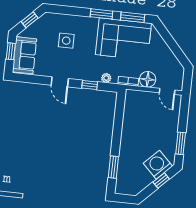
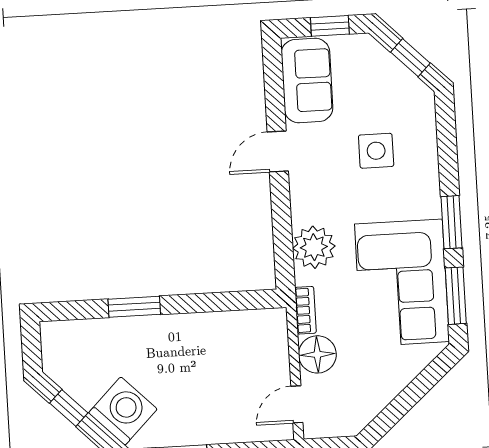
sofa: (25, 55) -> (307, 81), moved, turned -90
plant: (106, 78) -> (314, 247), width x1.87, depth x1.87
window: (90, 85) -> (282, 222), removed
window: (113, 167) -> (134, 307), moved
window: (161, 180) -> (69, 408), moved

